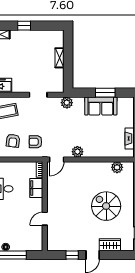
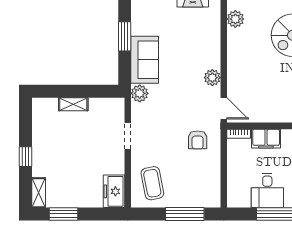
sofa: (101, 106) -> (145, 60), moved
armchair: (13, 141) -> (196, 173), removed

